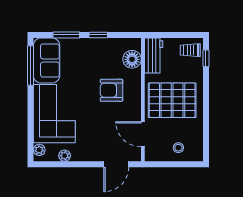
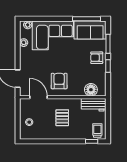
armchair: (86, 51) -> (97, 58), added
armchair: (111, 90) -> (59, 81), moved
pallet: (172, 100) -> (62, 118), width x0.49, depth x0.50
door: (143, 134) -> (39, 97), hinge flipped

